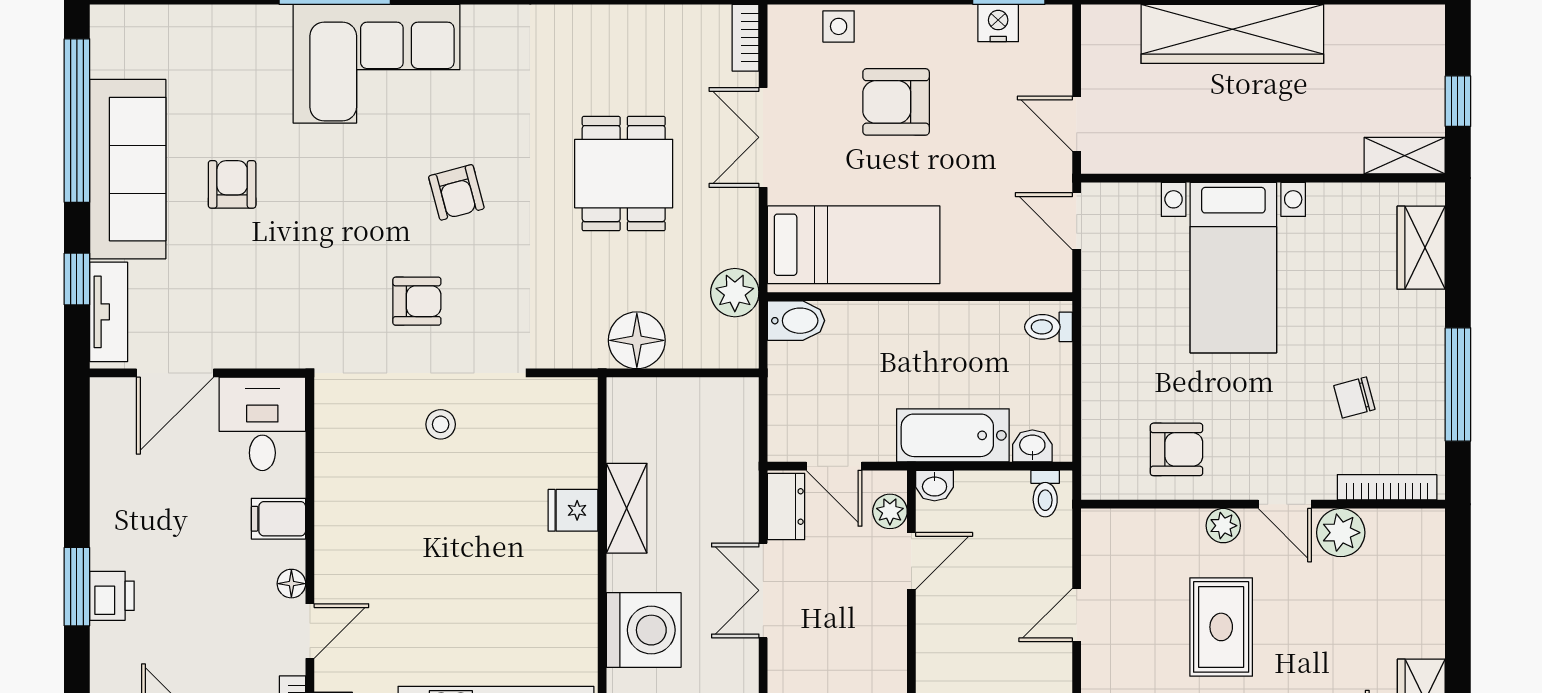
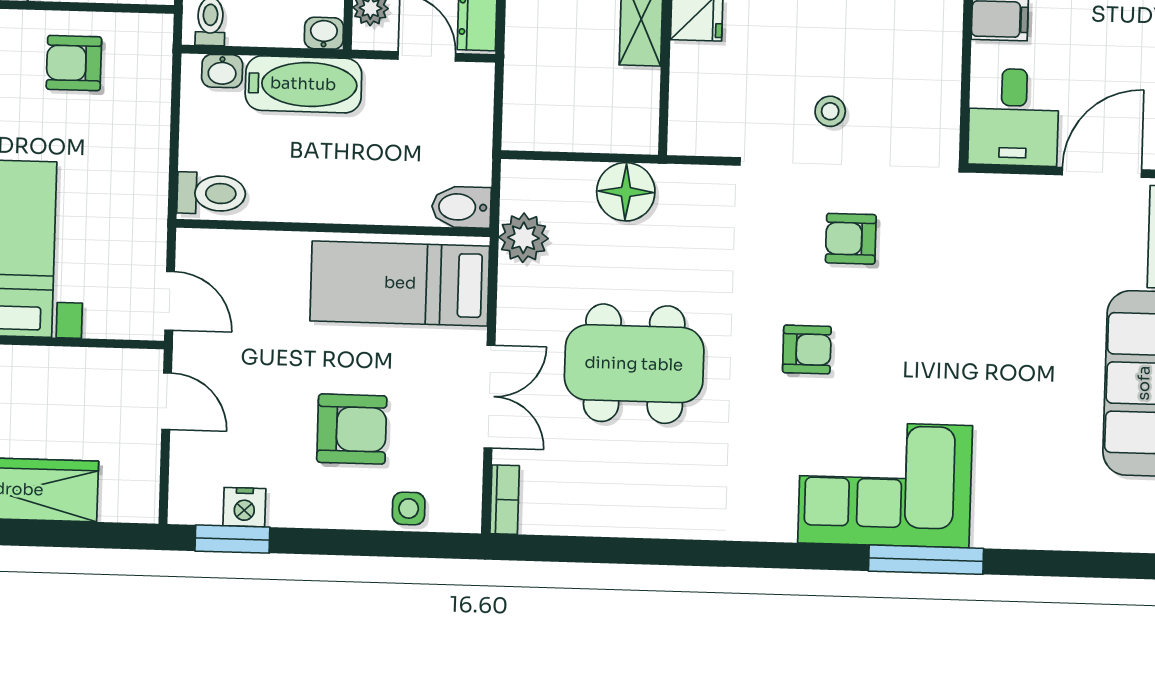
dining table: (624, 174) -> (634, 364), width x1.38
armchair: (232, 184) -> (1037, 364), removed
armchair: (456, 192) -> (807, 349), turned 105
toilet: (1049, 327) -> (211, 193), width x1.37, depth x1.39

